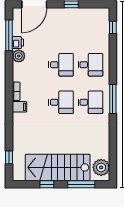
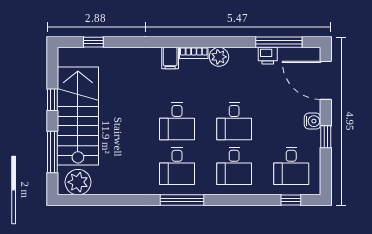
water cooler: (61, 13) -> (313, 121), added
desk: (90, 27) -> (291, 166), added
plant: (19, 56) -> (219, 57), moved

